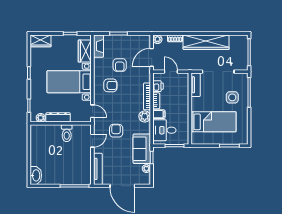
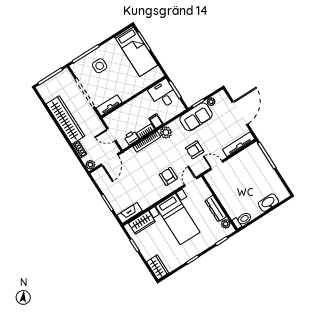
door: (152, 57) -> (110, 160), hinge flipped
armchair: (120, 65) -> (134, 184), removed
door: (171, 72) -> (111, 135), hinge flipped
armchair: (110, 85) -> (168, 176), moved
bed: (213, 122) -> (136, 51), moved, turned 180
desk: (164, 130) -> (163, 94), moved, turned 180
toilet: (67, 133) -> (242, 220), moved
washbasin: (36, 175) -> (268, 203), moved

